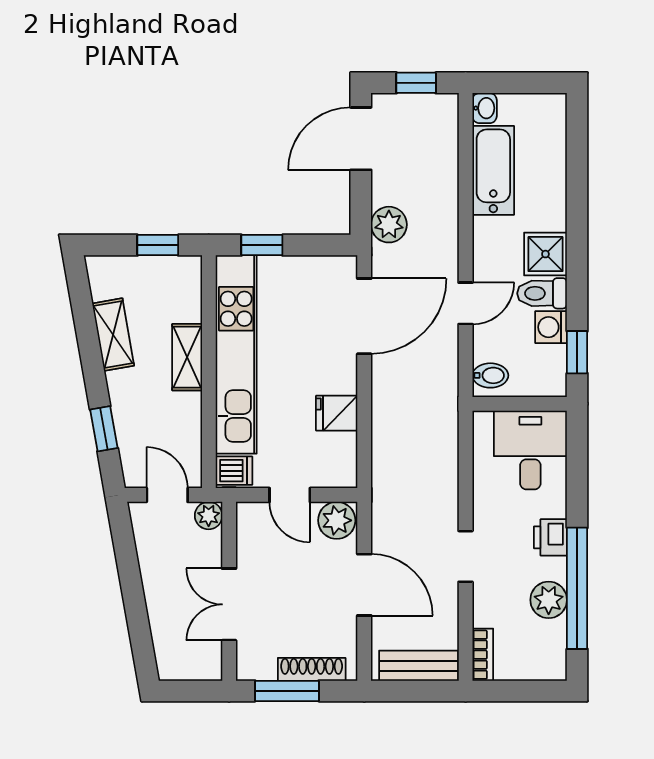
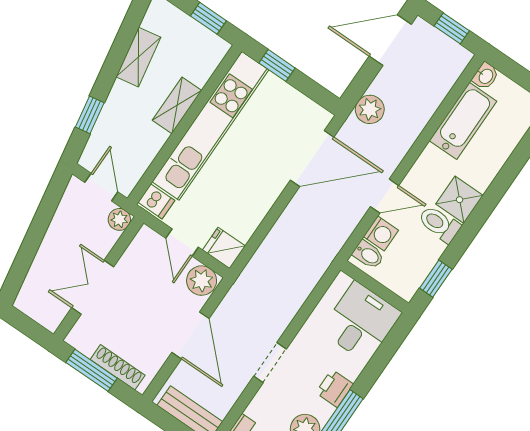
washing machine: (551, 327) -> (381, 233), moved, turned 180
fridge: (337, 413) -> (224, 248), moved

